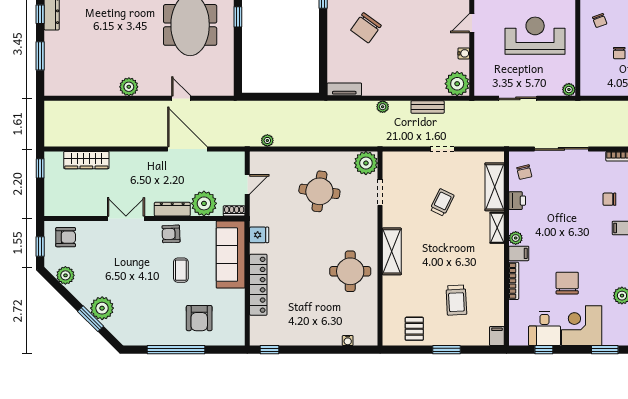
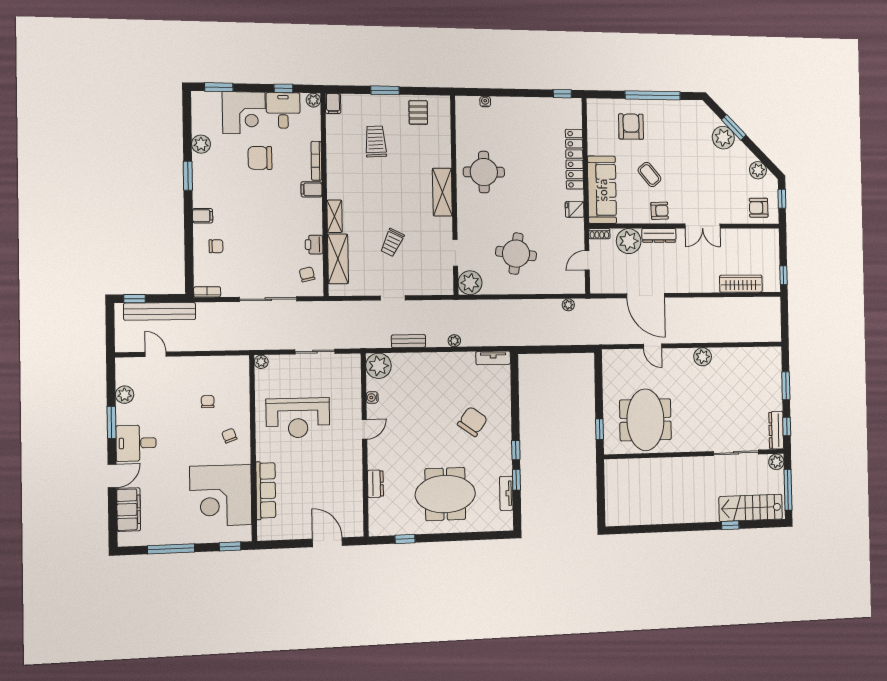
plant: (516, 238) -> (313, 100), moved
coffee table: (181, 270) -> (649, 175), turned -40
chair: (567, 283) -> (260, 158), turned 90

